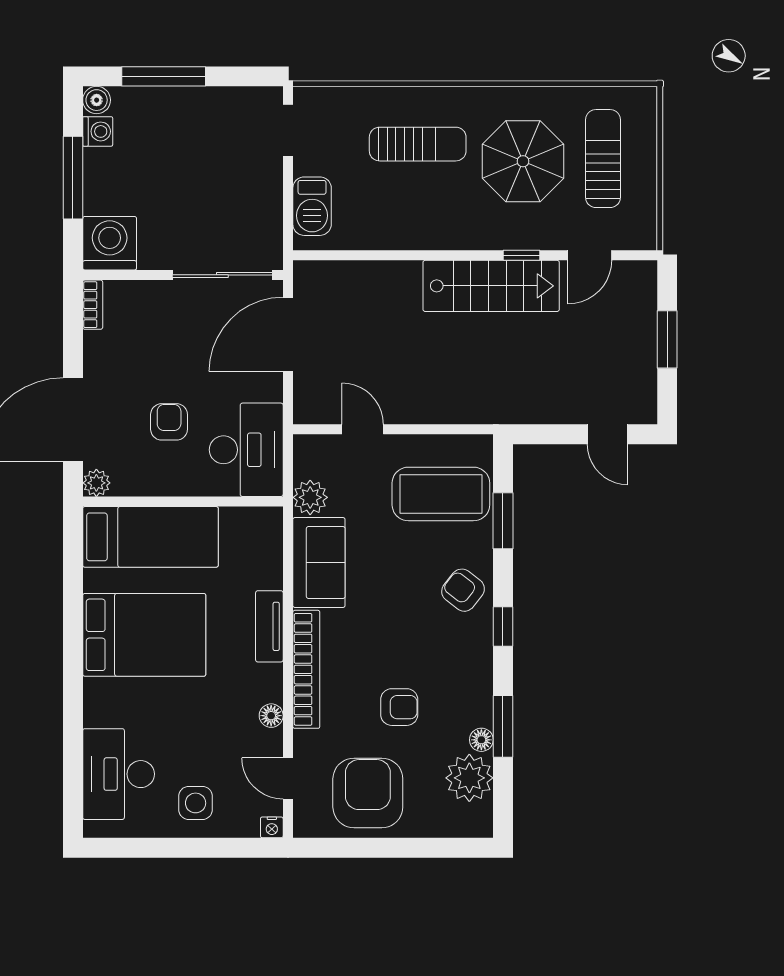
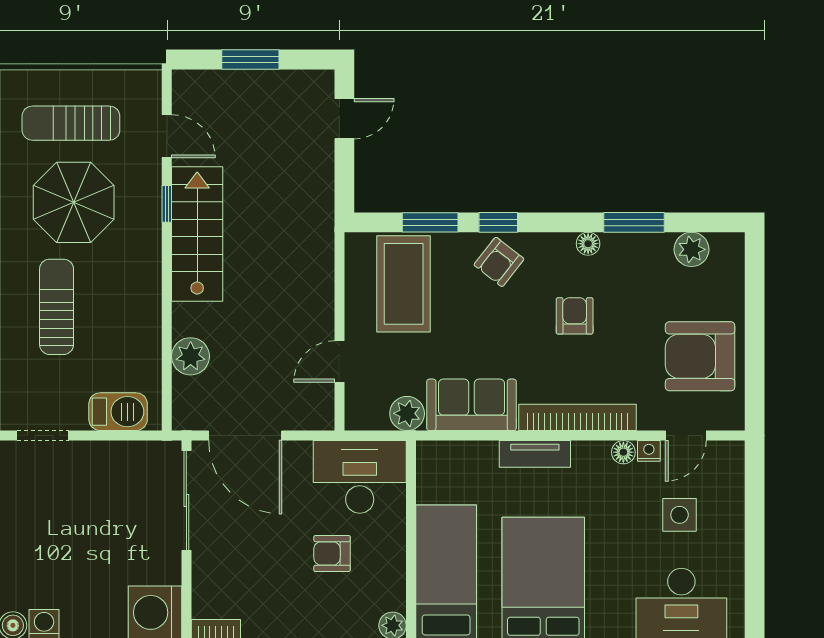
plant: (368, 279) -> (191, 356), added
window: (503, 627) -> (498, 222), moved
armchair: (399, 707) -> (575, 316), moved
floor lamp: (481, 740) -> (588, 244), moved
plant: (469, 778) -> (692, 249), width x0.73, depth x0.73
side table: (196, 803) -> (680, 515), moved
nightstand: (272, 827) -> (649, 451), moved, turned -90

